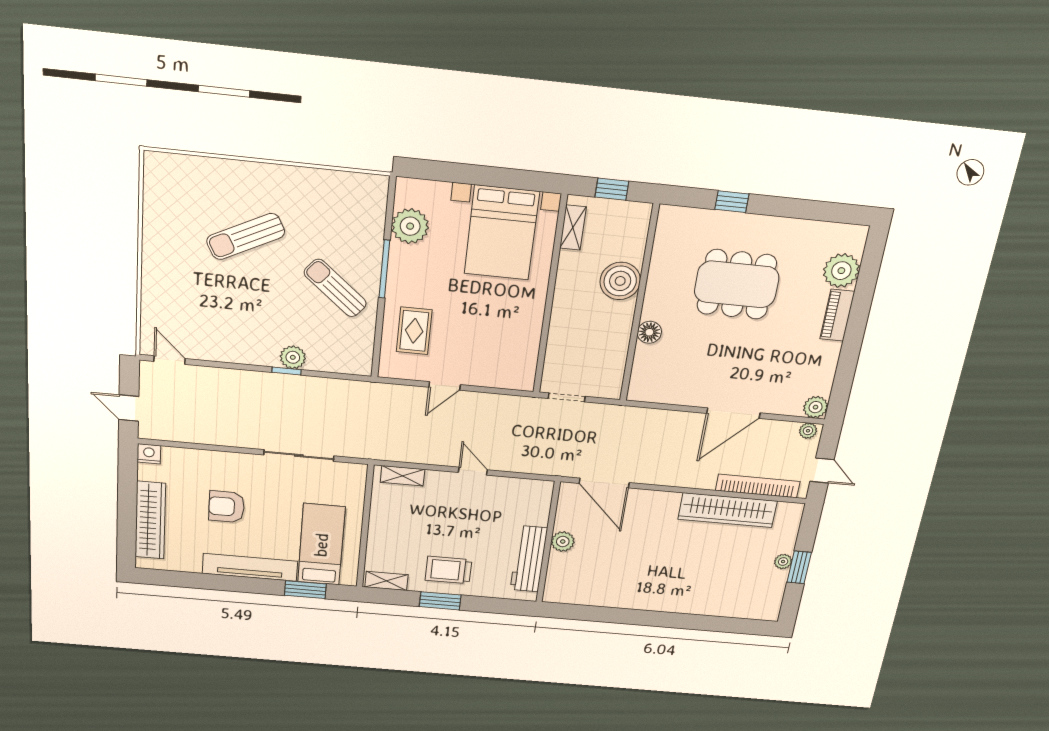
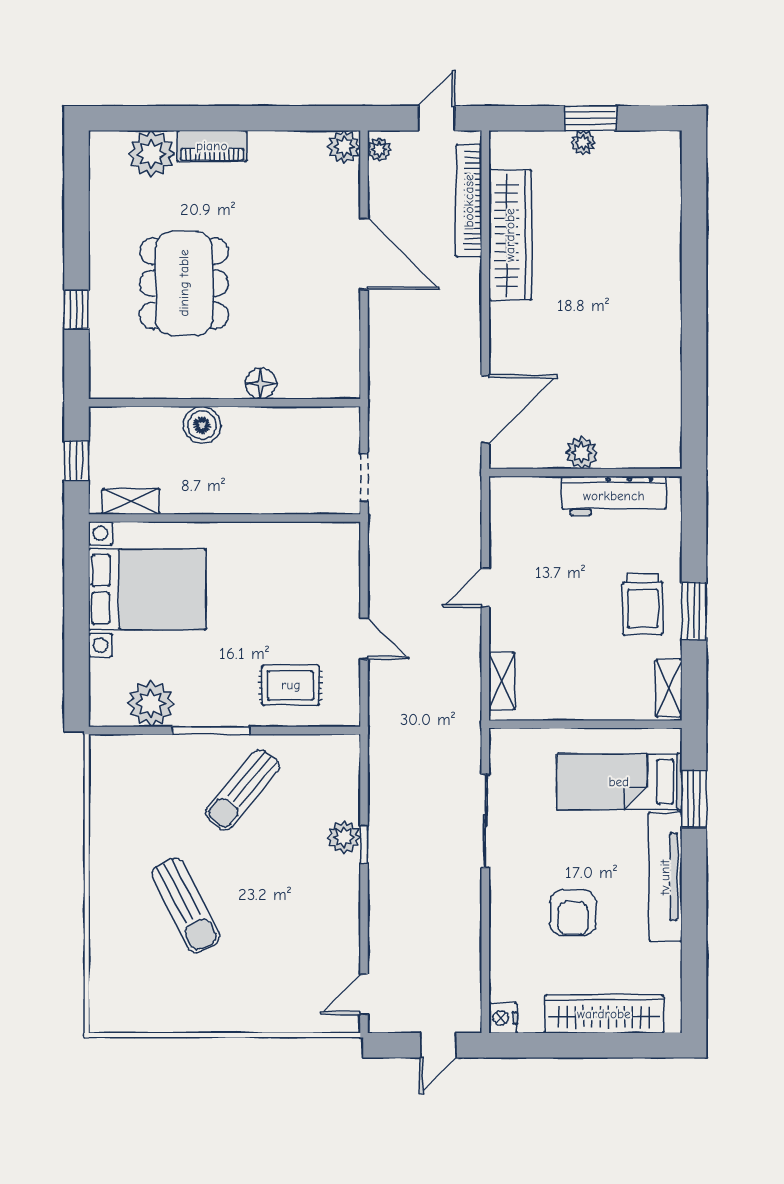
boiler: (620, 281) -> (202, 425), width x0.73, depth x0.73

